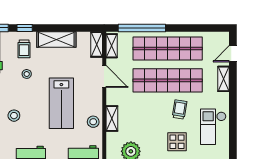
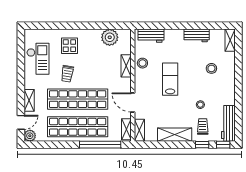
plant: (223, 38) -> (30, 136), added
lab bench: (61, 103) -> (170, 79), width x0.73, depth x0.72

